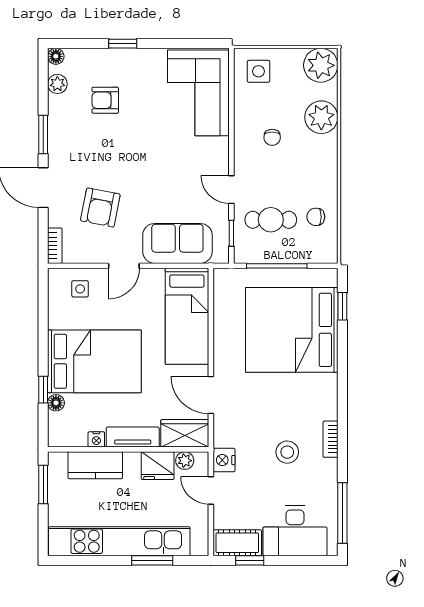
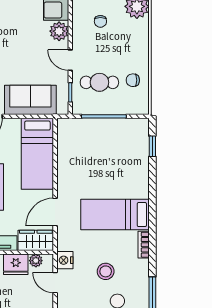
plant: (216, 151) -> (59, 31), added
bed: (292, 330) -> (115, 215), moved, width x0.49
door: (211, 395) -> (55, 212), hinge flipped
stool: (287, 452) -> (106, 271), moved

